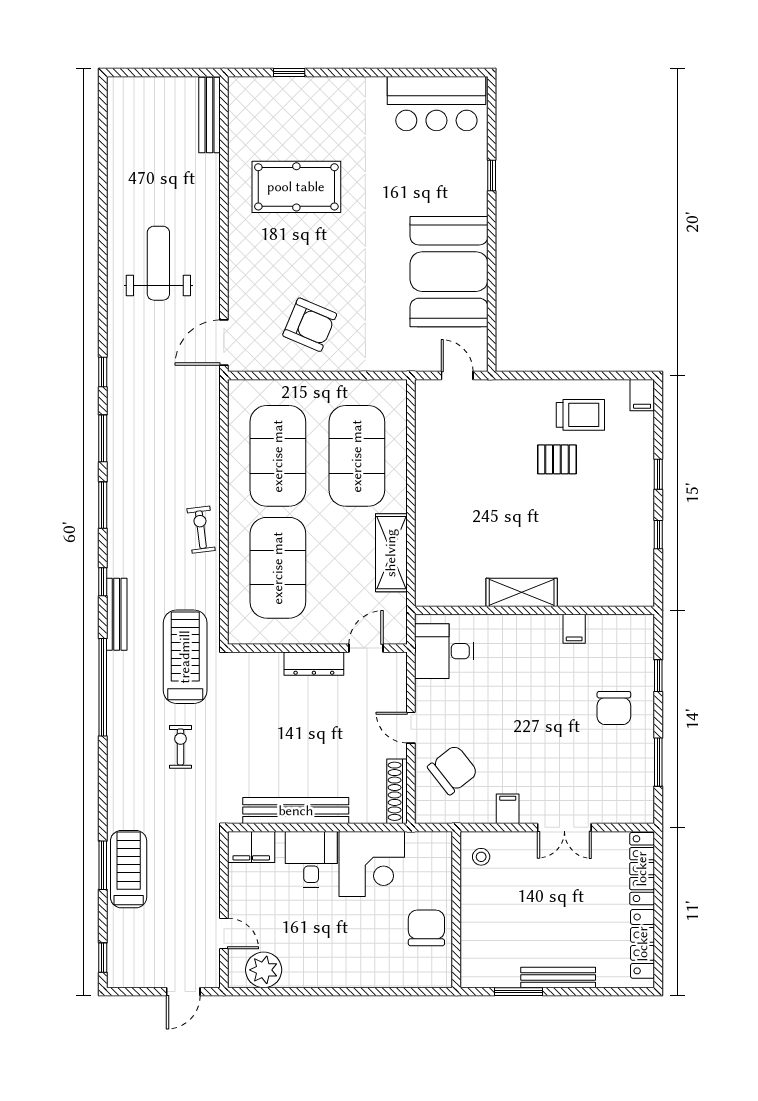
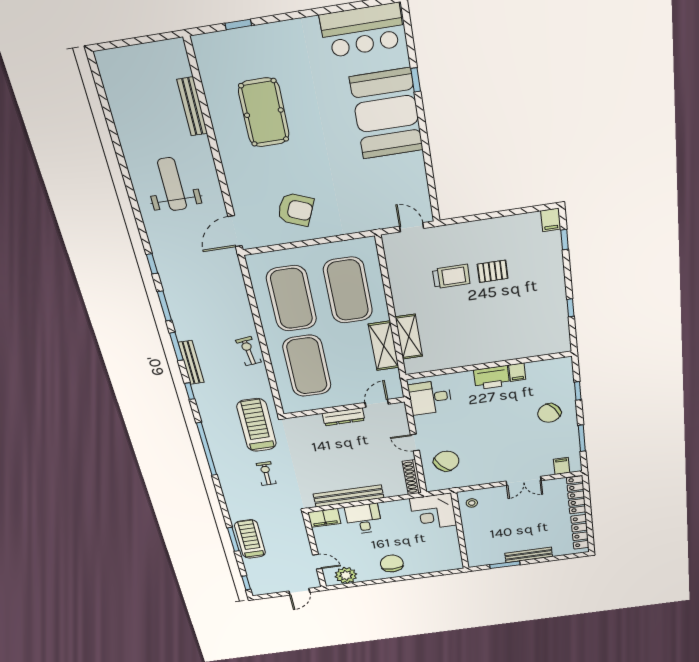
bench: (210, 115) -> (192, 107), moved
pool table: (296, 187) -> (264, 113), turned 90
booth: (449, 272) -> (387, 114), moved
trolley: (580, 415) -> (451, 276), moved
window: (658, 474) -> (565, 240), moved
shelving: (522, 592) -> (409, 337), moved, turned 90
bench: (117, 614) -> (191, 362), moved
printer: (537, 632) -> (492, 378), added
chair: (614, 708) -> (549, 413), turned 55
filing cabinet: (508, 809) -> (562, 466), moved
corner desk: (372, 864) -> (433, 512), moved, turned 90
chair: (426, 928) -> (392, 563), moved

